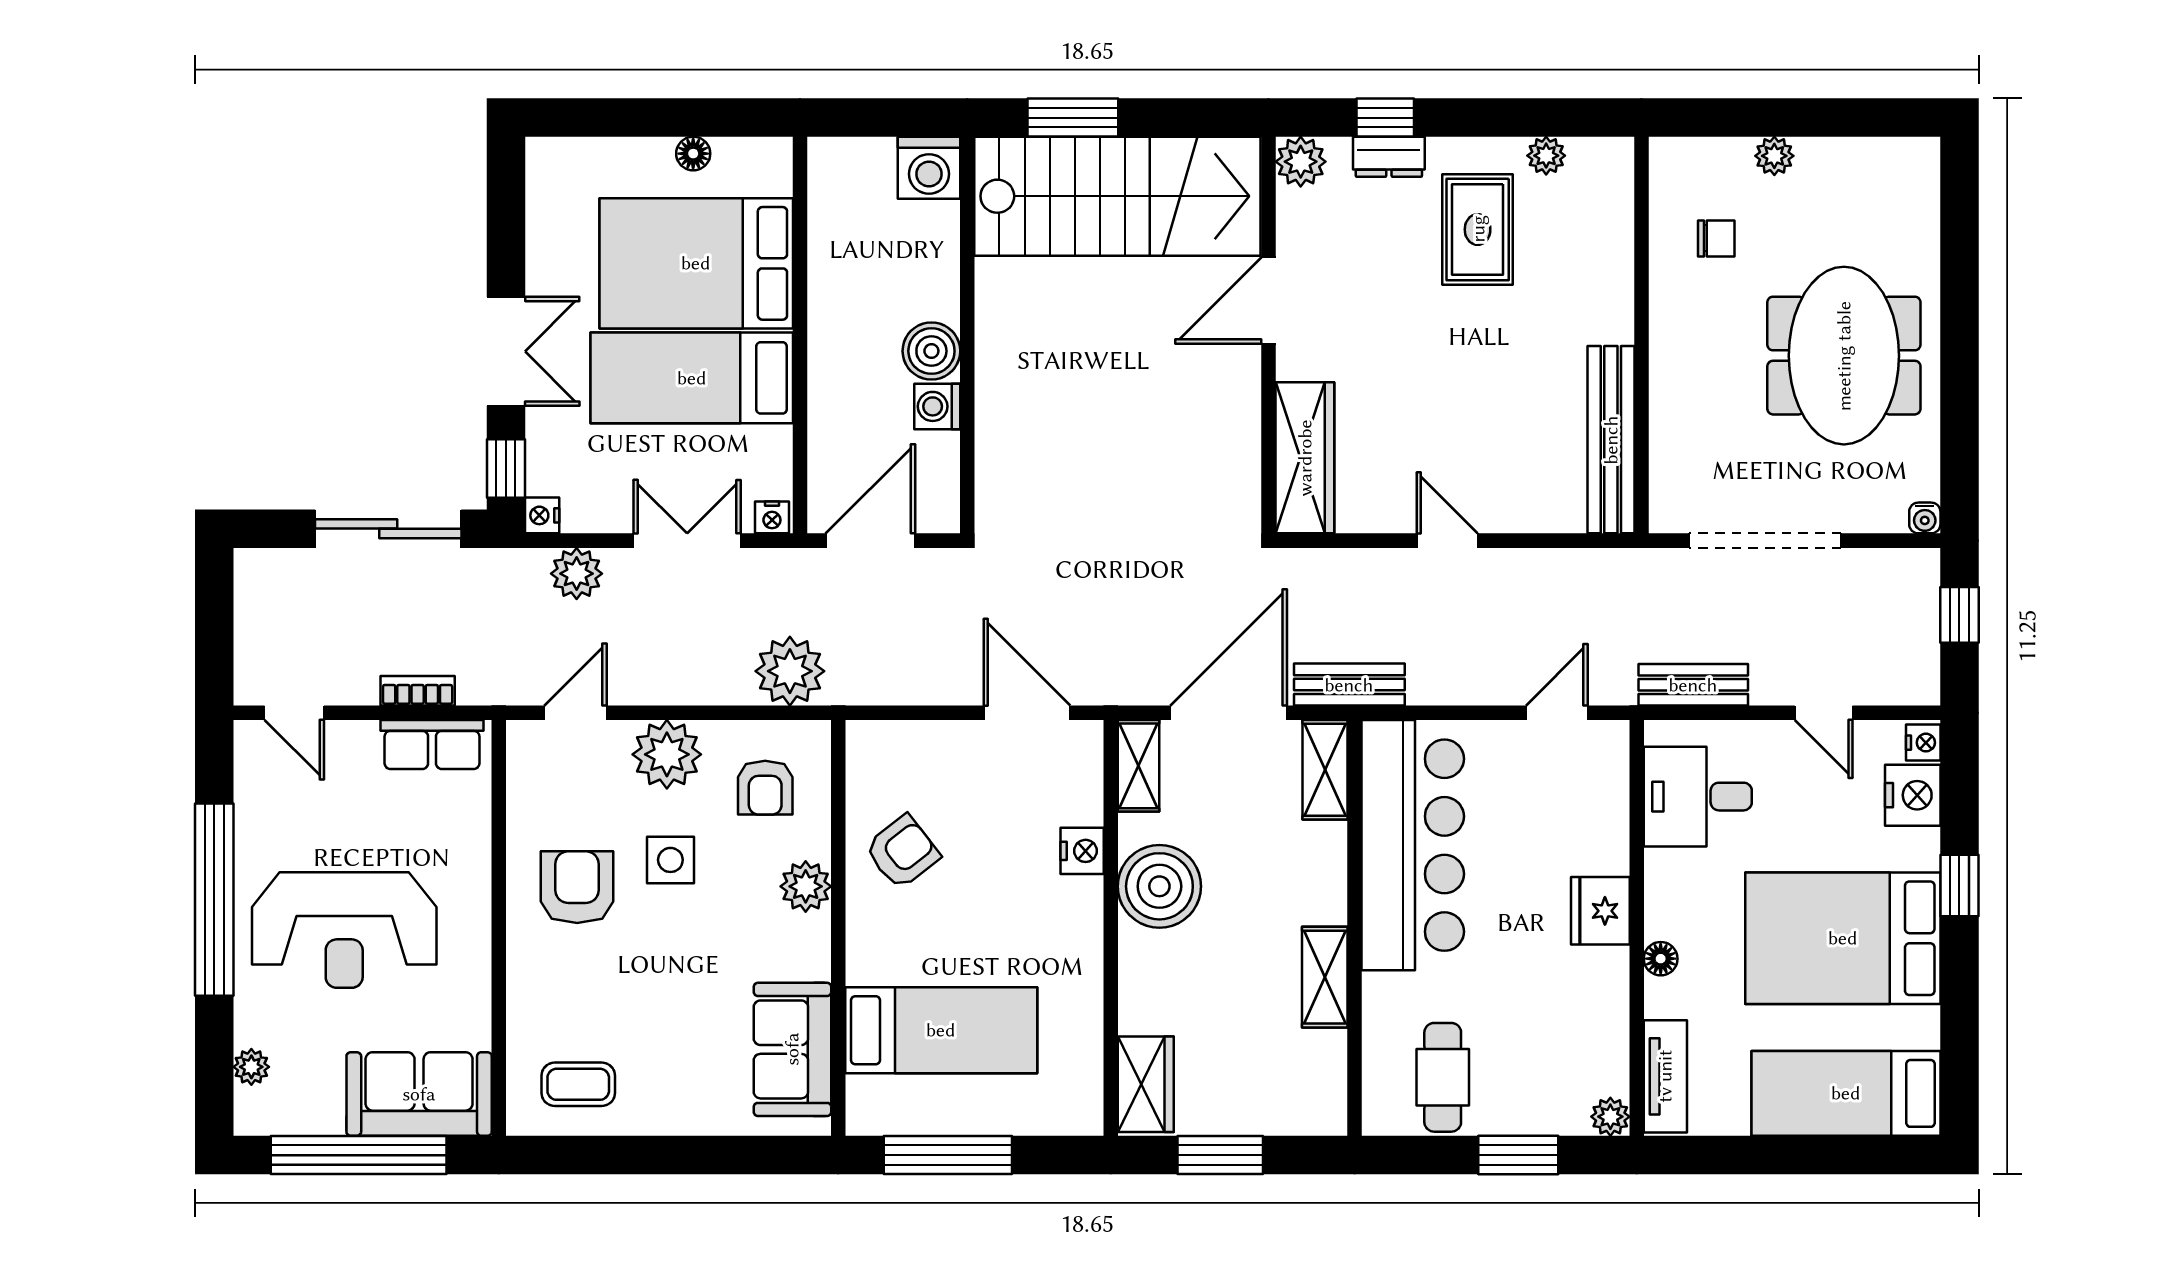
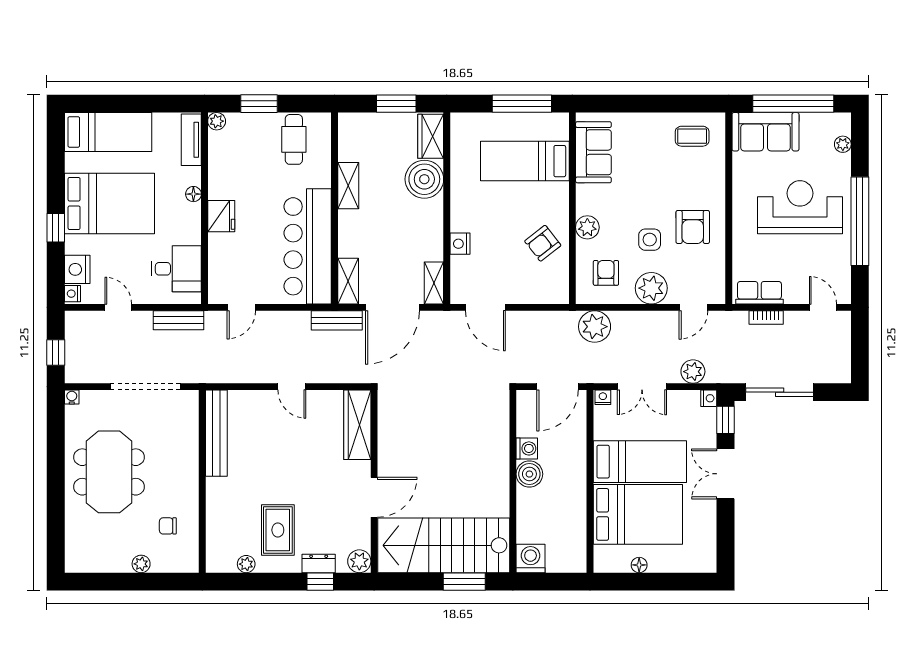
boiler: (1159, 886) -> (424, 179), moved

